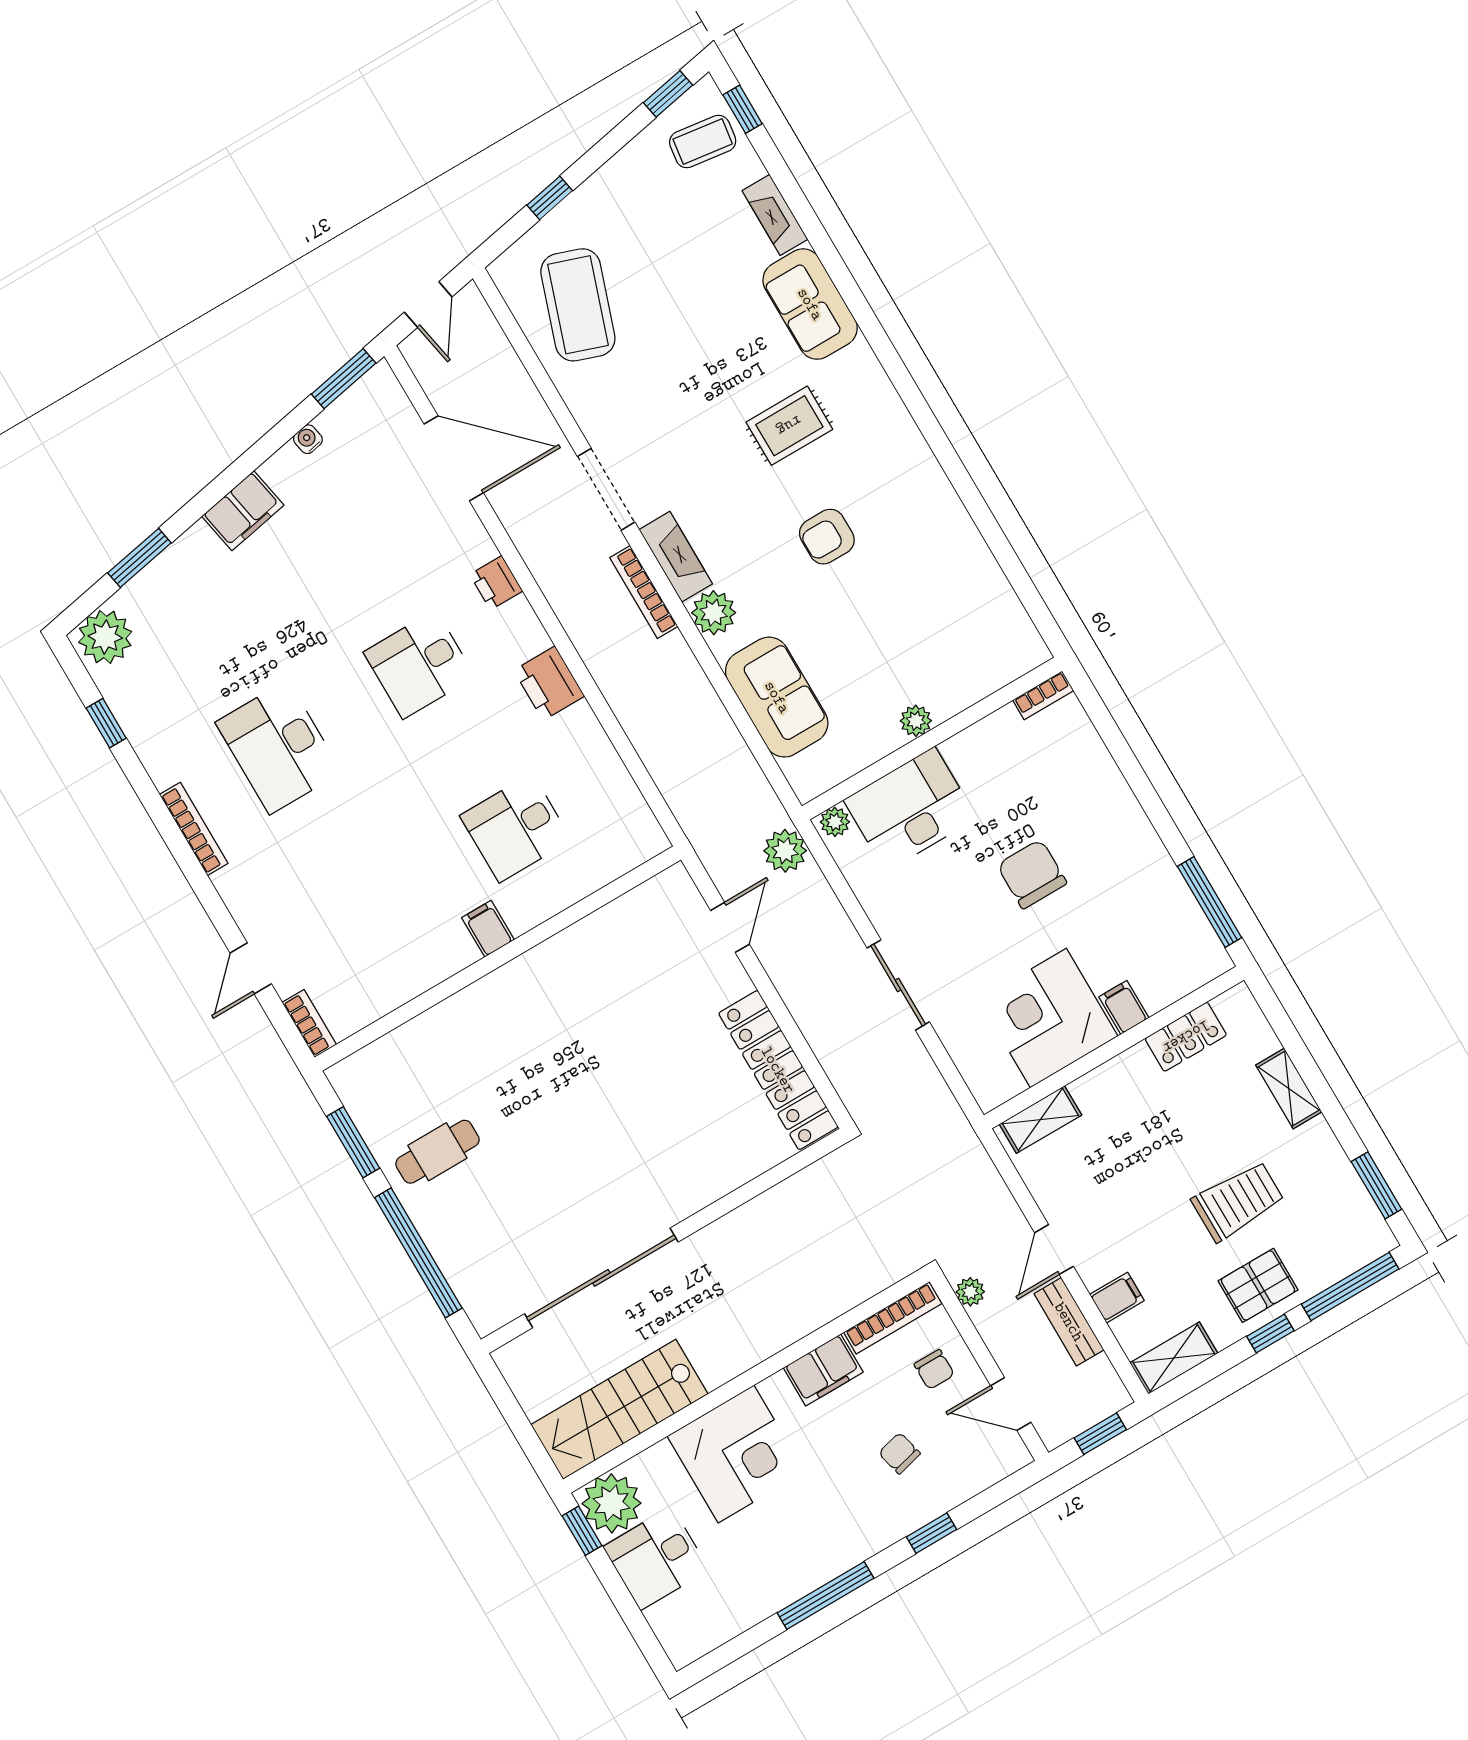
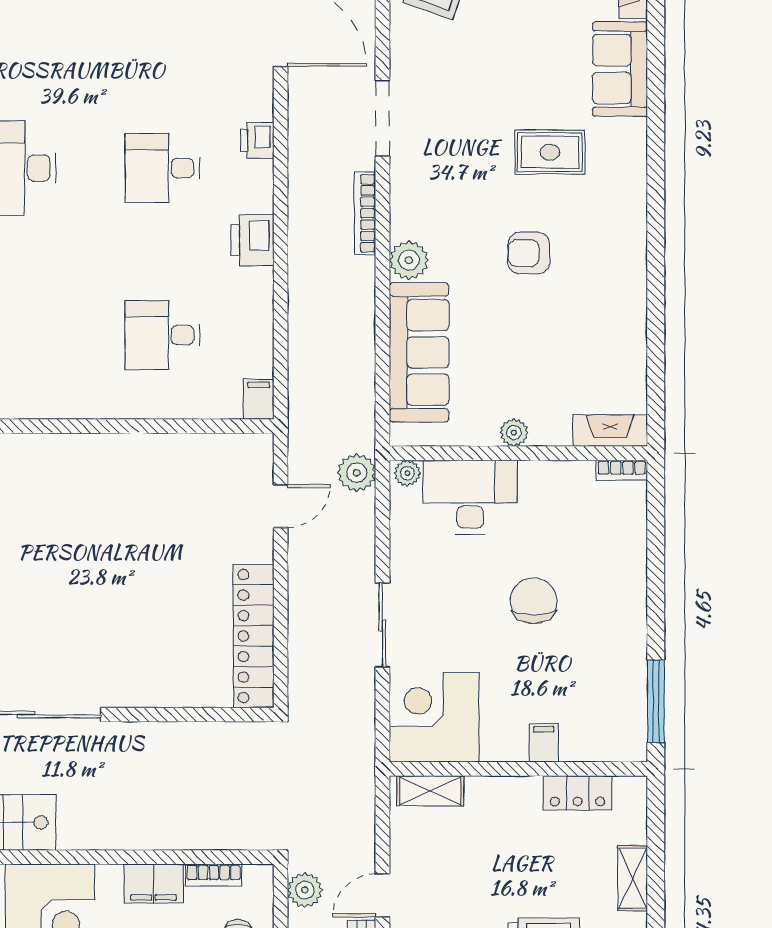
fireplace: (676, 557) -> (610, 431), moved, turned -90
sofa: (777, 697) -> (419, 352), width x1.36
filing cabinet: (488, 929) -> (259, 399), moved
corner desk: (1048, 1018) -> (434, 717), moved
plant: (970, 1292) -> (305, 890), width x1.38, depth x1.38
bookcase: (893, 1318) -> (214, 875), width x0.64

